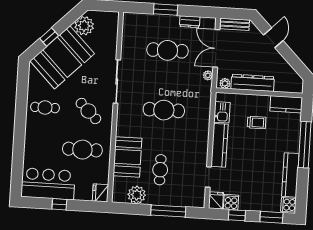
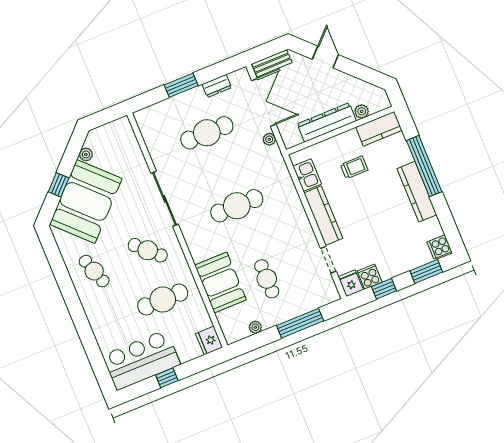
plant: (84, 26) -> (86, 154), width x0.53, depth x0.53
double door: (216, 48) -> (264, 102), swing flipped
plant: (225, 83) -> (362, 111), moved
cafe table: (45, 108) -> (94, 271), turned 71
kitchen counter: (290, 175) -> (417, 192), moved
plant: (137, 195) -> (255, 327), width x0.53, depth x0.53

